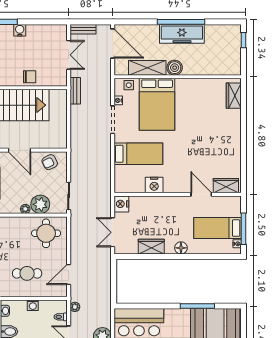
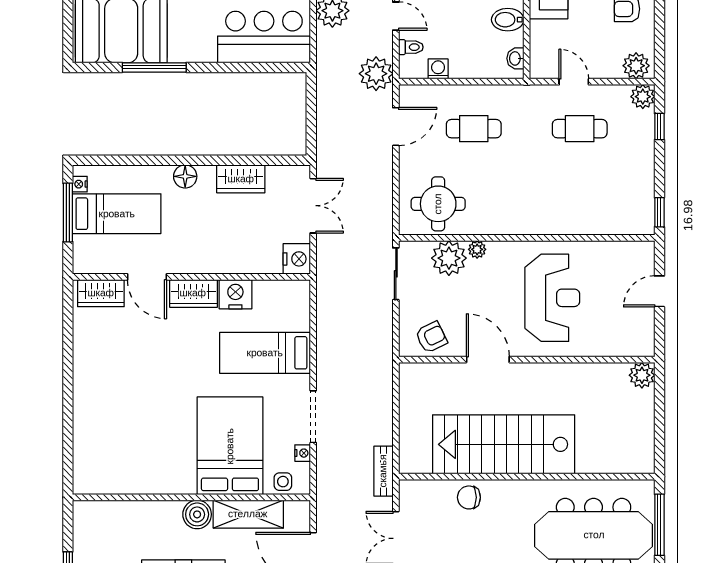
wardrobe: (234, 96) -> (193, 293), moved, turned 90
washing machine: (33, 305) -> (438, 69), moved
plant: (75, 307) -> (376, 74), width x1.88, depth x1.88

